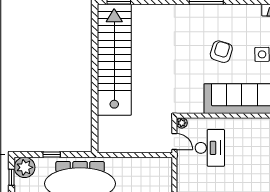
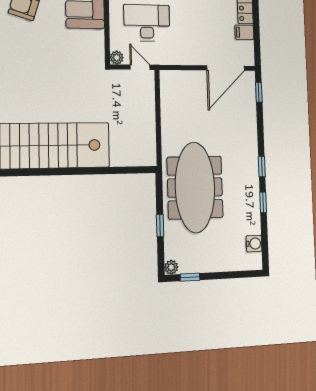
door: (174, 142) -> (140, 67), hinge flipped
plant: (25, 167) -> (171, 267), width x0.53, depth x0.53

